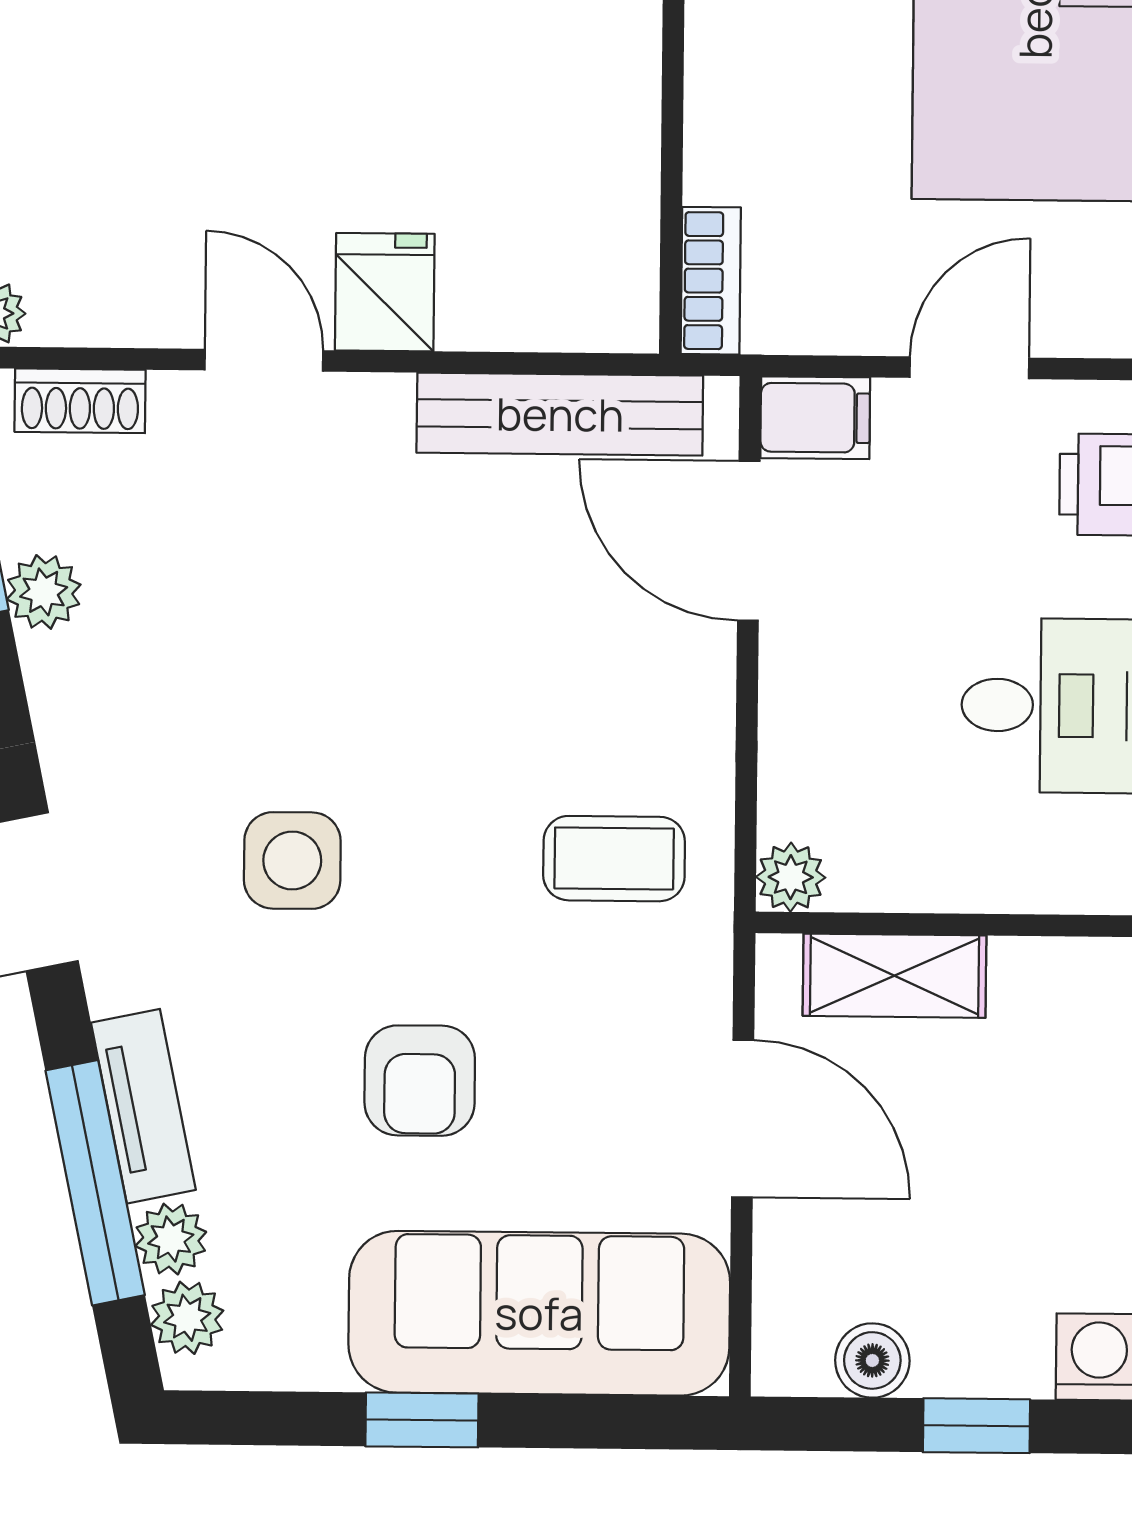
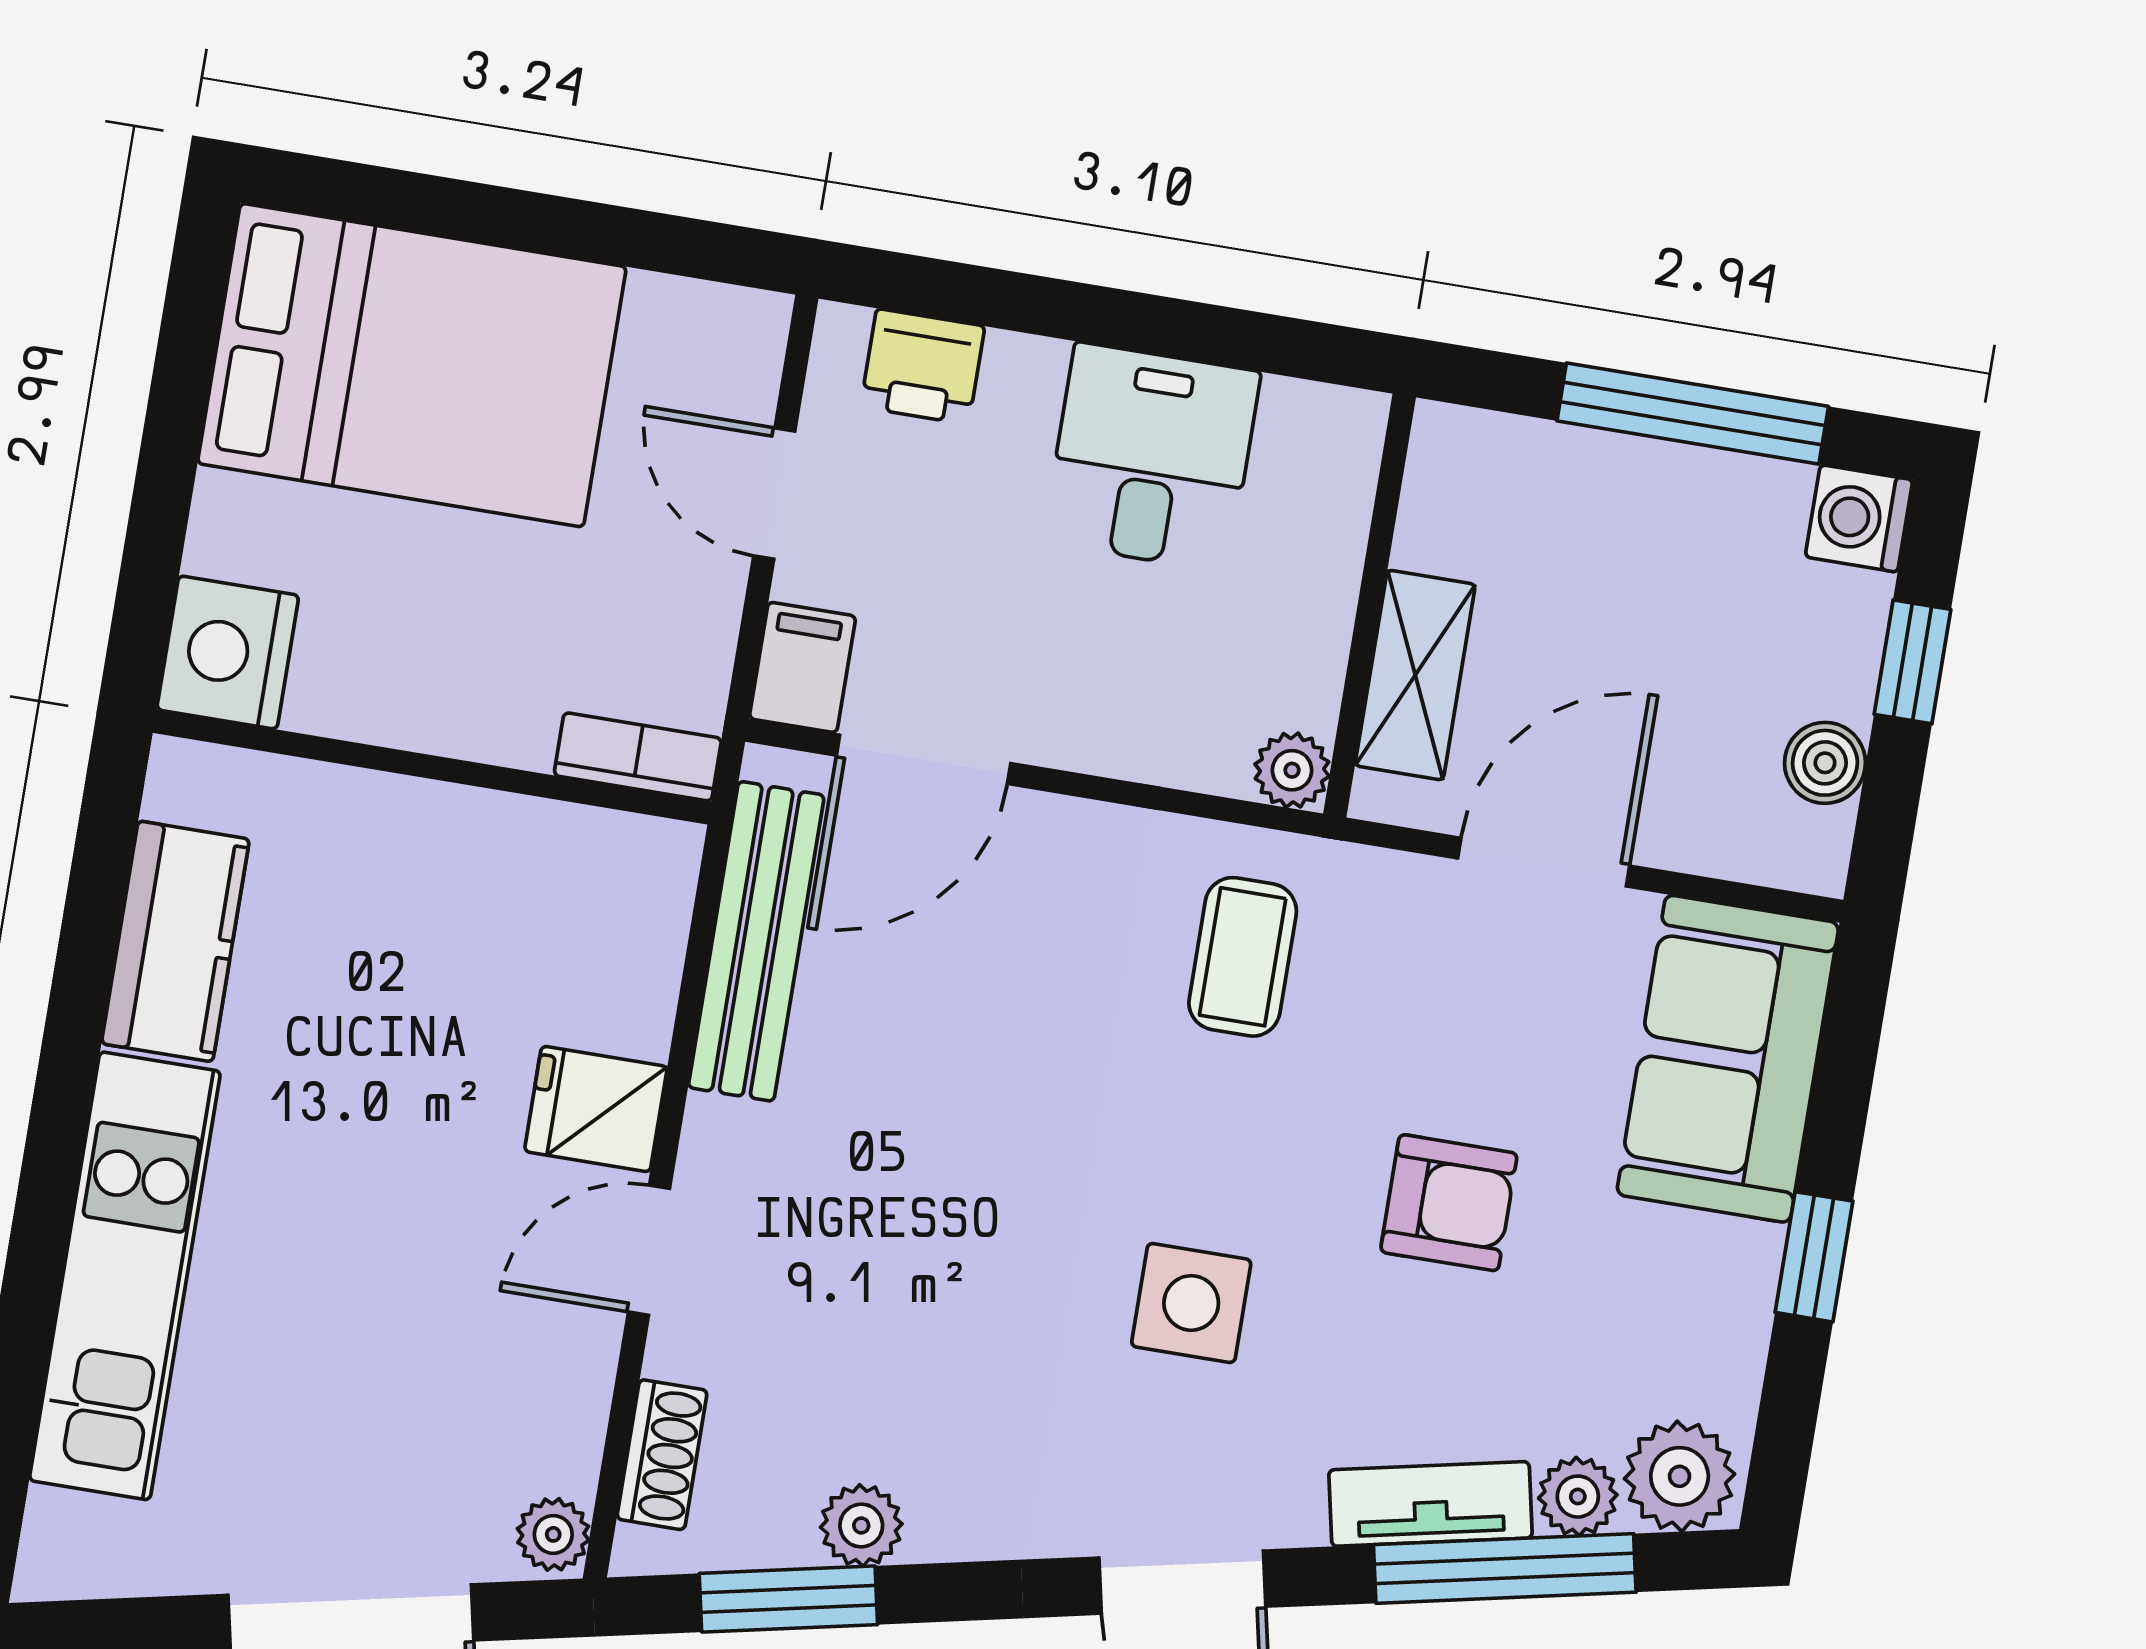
sofa: (539, 1313) -> (1728, 1059), width x0.73
plant: (187, 1318) -> (1680, 1476), width x1.38, depth x1.38

